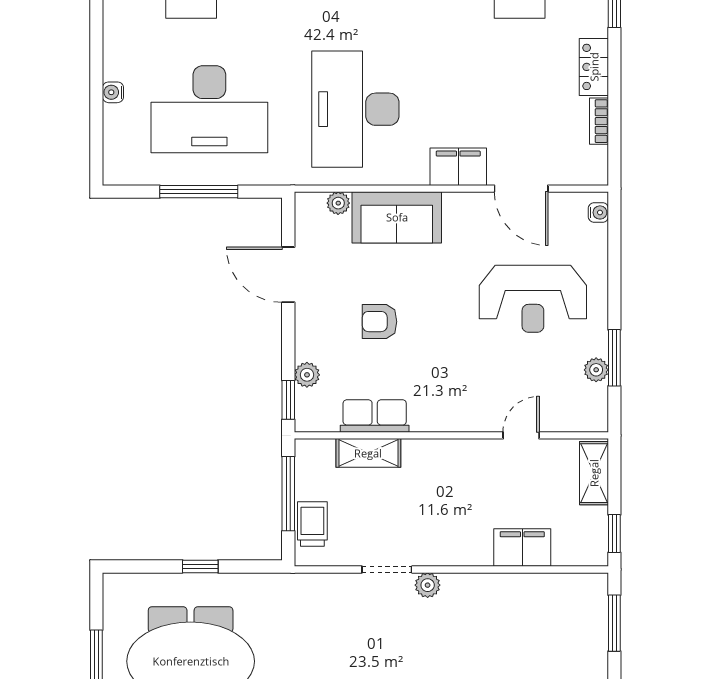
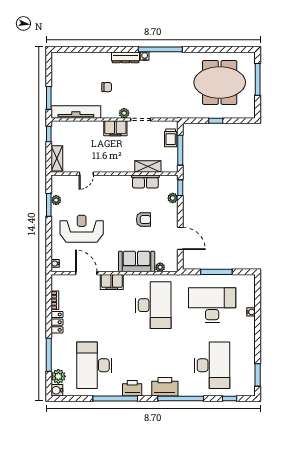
filing cabinet: (522, 548) -> (115, 128), moved
tv unit: (547, 588) -> (76, 112), added
chair: (471, 650) -> (107, 87), added

